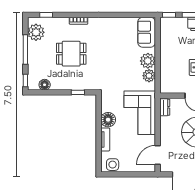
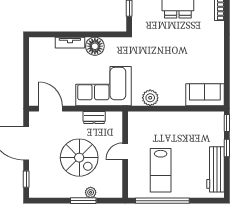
plant: (148, 61) -> (169, 96), removed
dresser: (165, 107) -> (94, 117), moved
side table: (113, 165) -> (38, 52), removed

